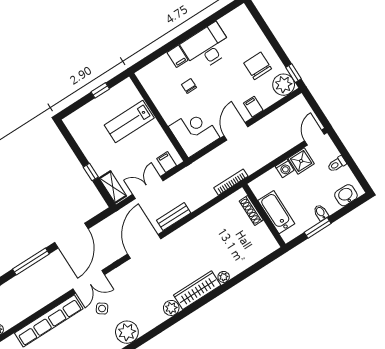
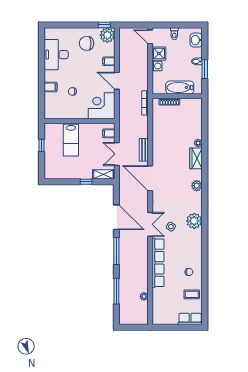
desk: (207, 47) -> (56, 55), moved
wardrobe: (197, 290) -> (196, 158), width x0.67

